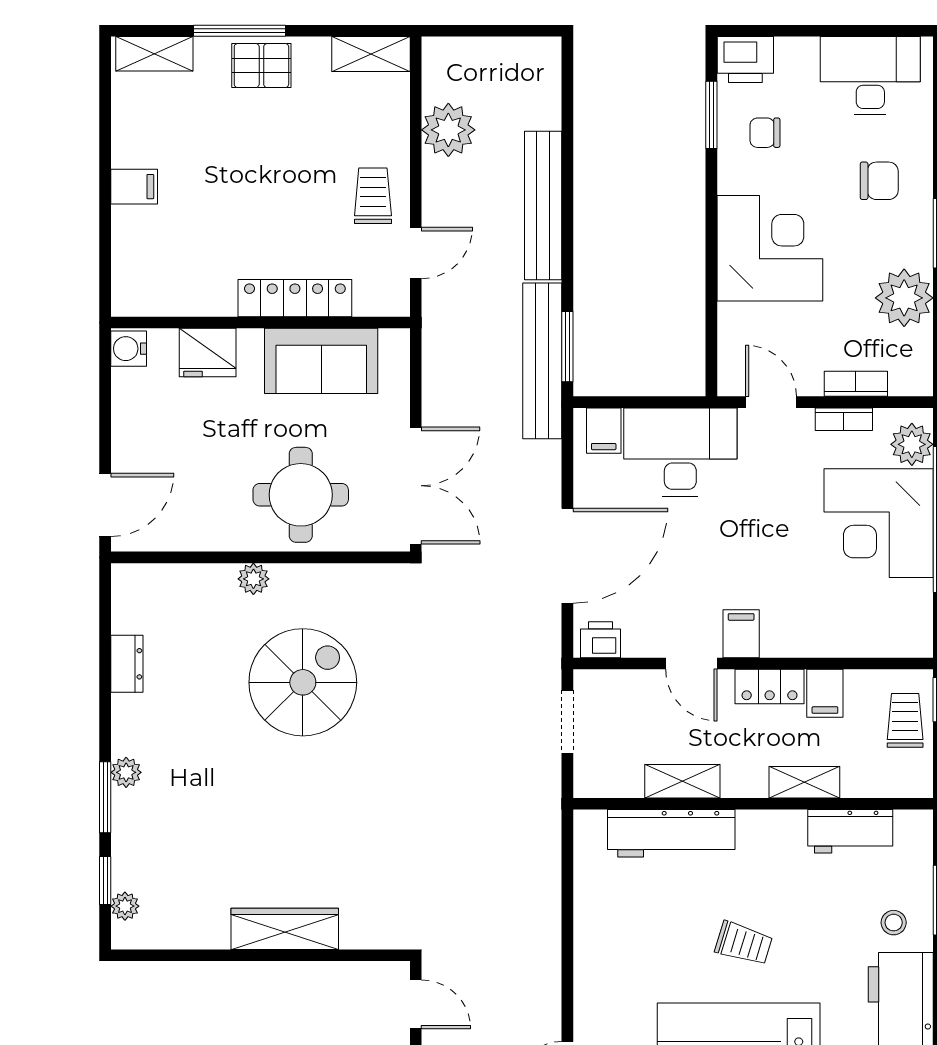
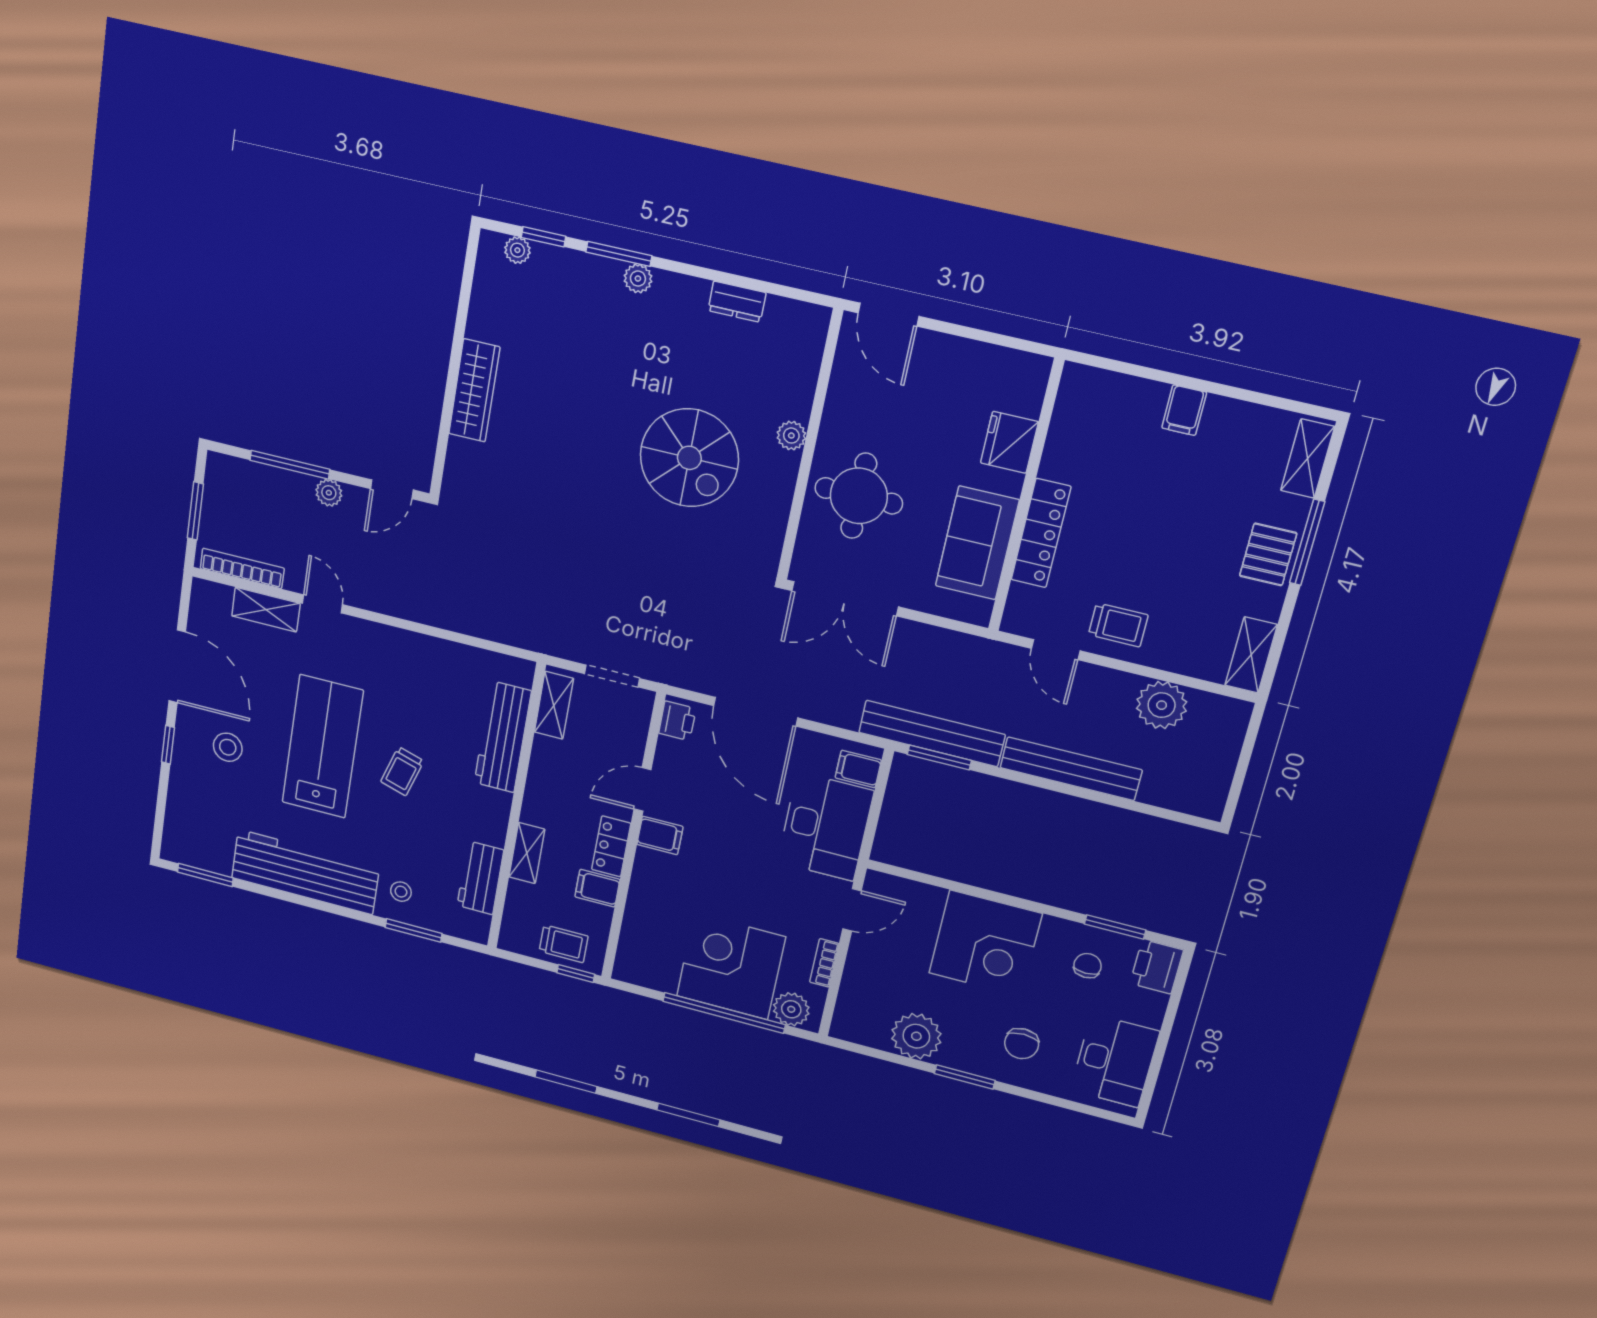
water cooler: (129, 349) -> (1031, 370), removed
bookcase: (856, 384) -> (852, 980), removed
shelving: (682, 781) -> (554, 705), moved

